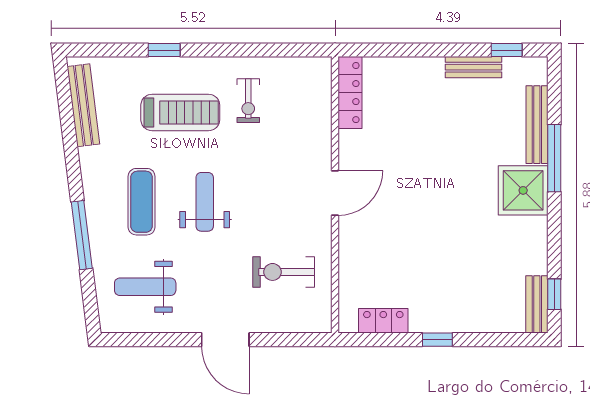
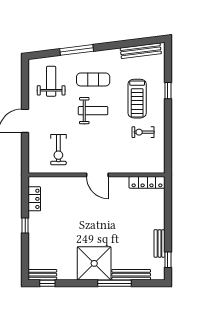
shower: (523, 190) -> (94, 263), width x1.37, depth x1.37
exercise bike: (284, 272) -> (58, 150), turned 180

